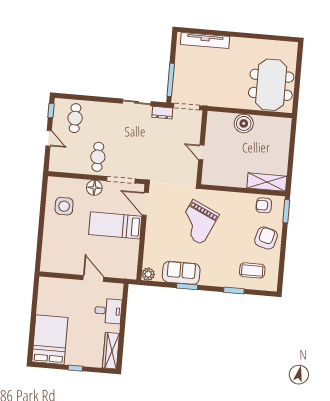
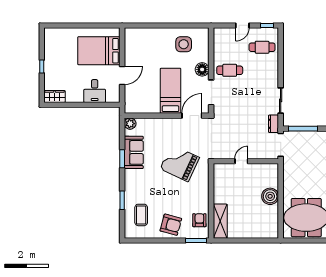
bed: (50, 340) -> (99, 51), moved, turned 180
wardrobe: (111, 351) -> (54, 96), width x0.67

